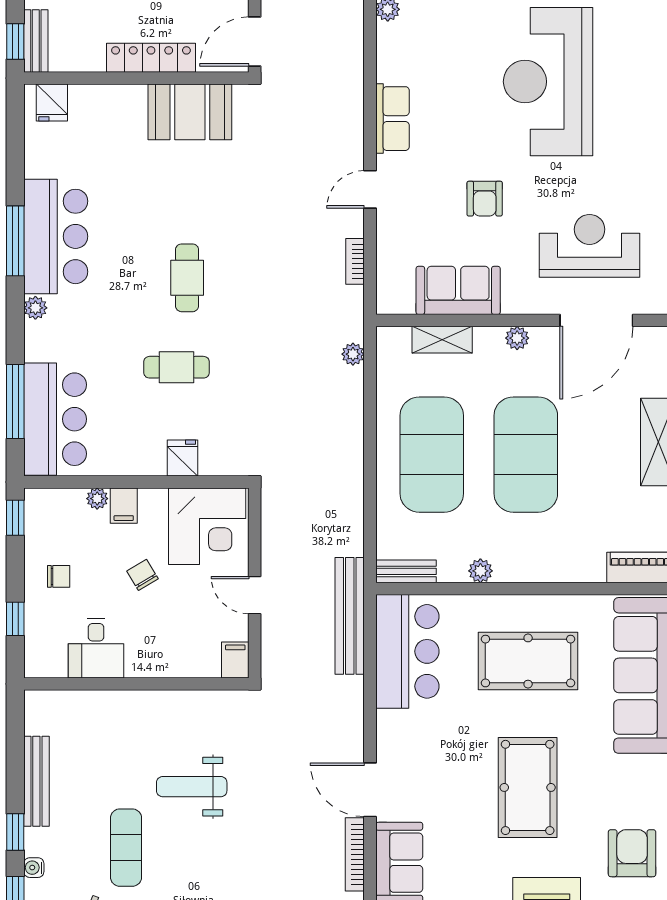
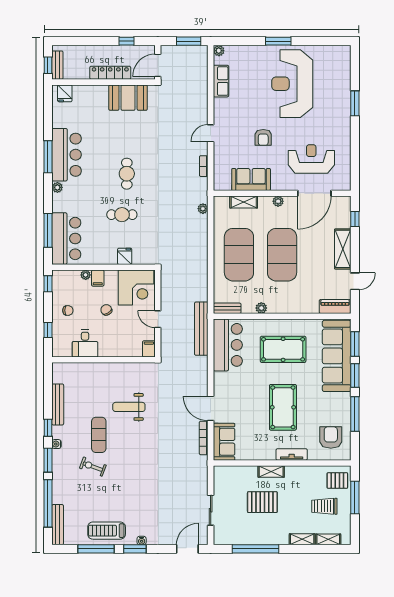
row of seats: (392, 119) -> (221, 81), moved

